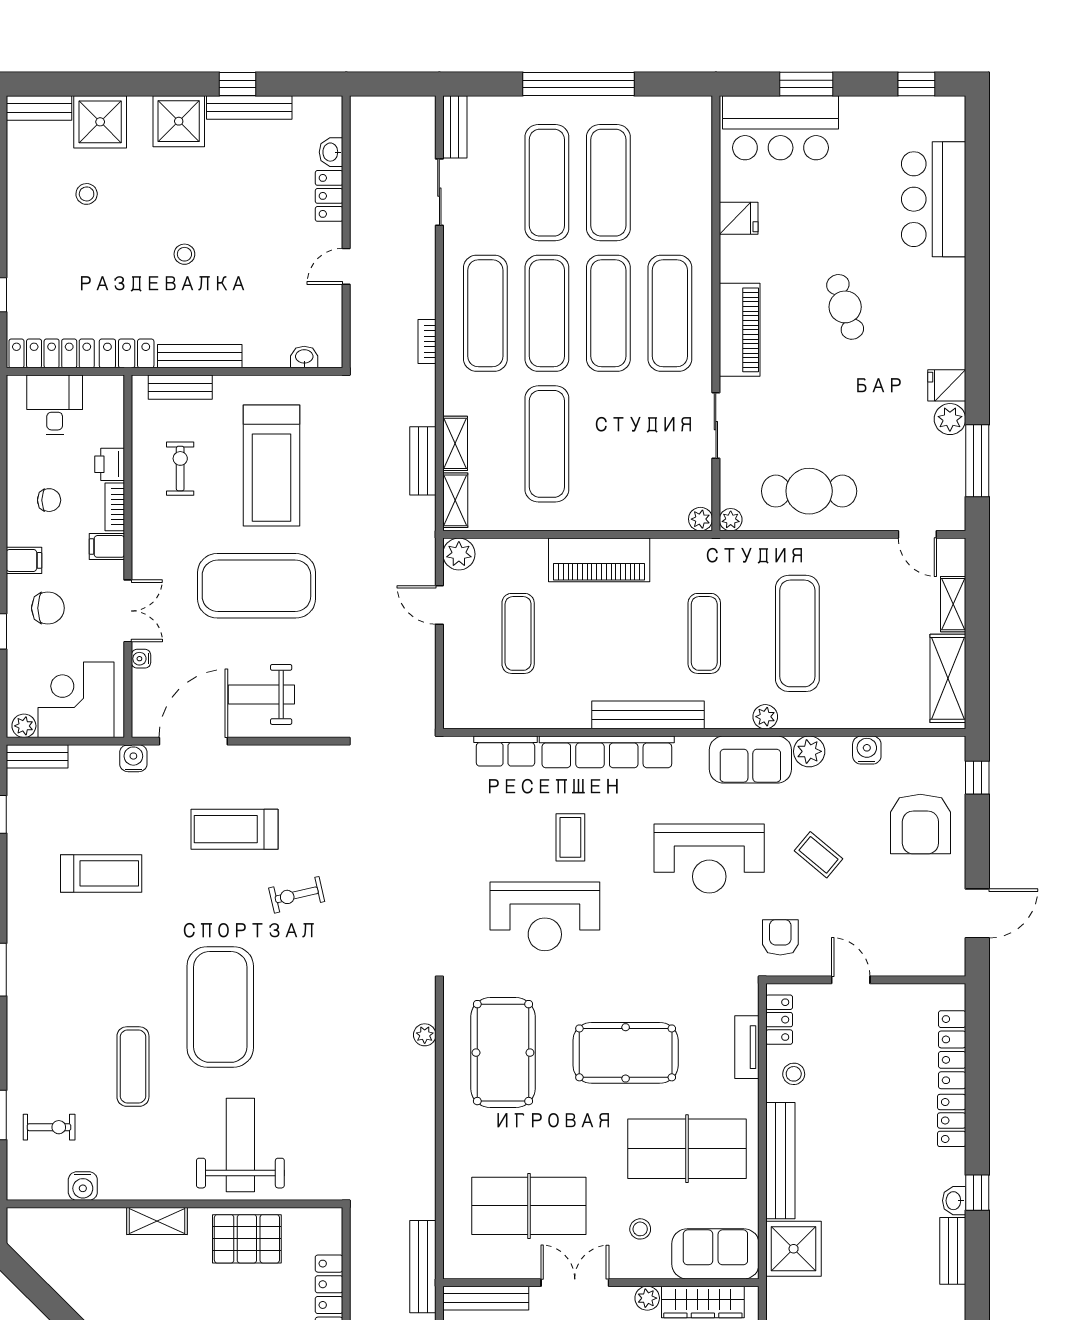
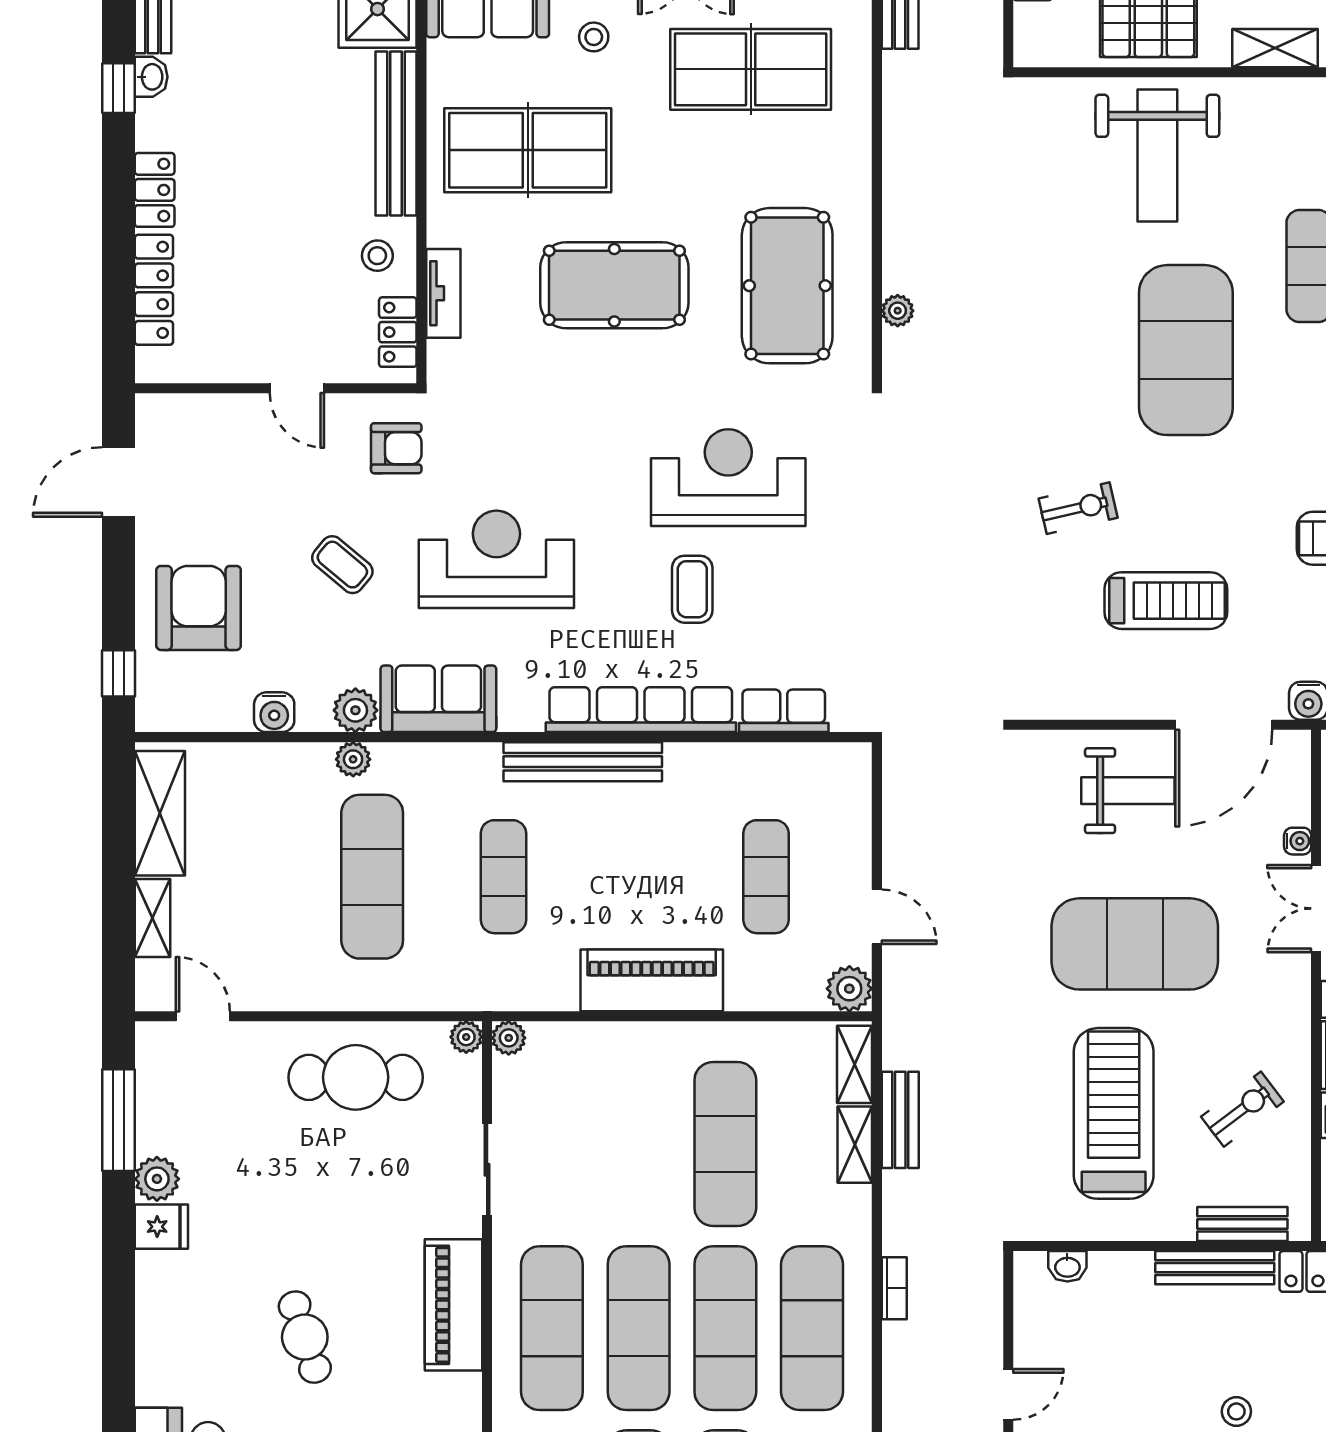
exercise bike: (180, 469) -> (1242, 1109), turned -127
plant: (765, 717) -> (353, 759), moved
armchair: (780, 937) -> (396, 448), turned -90

